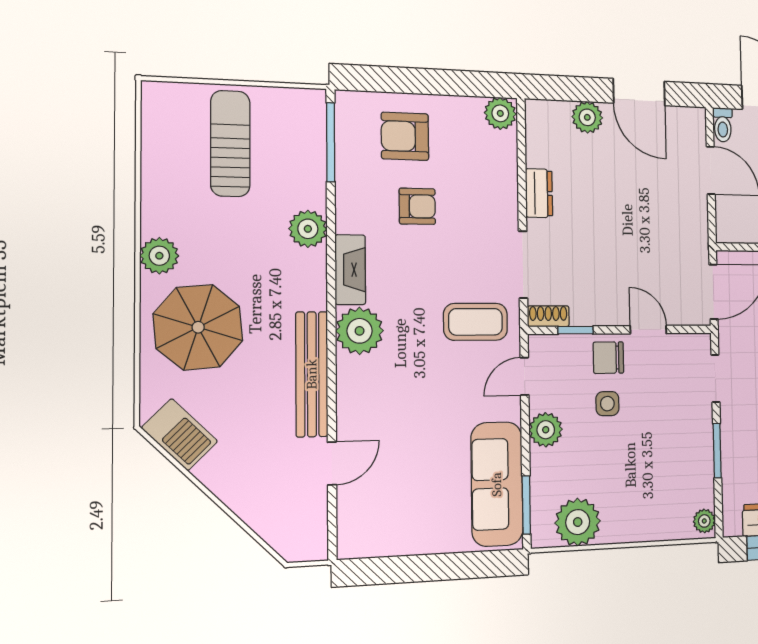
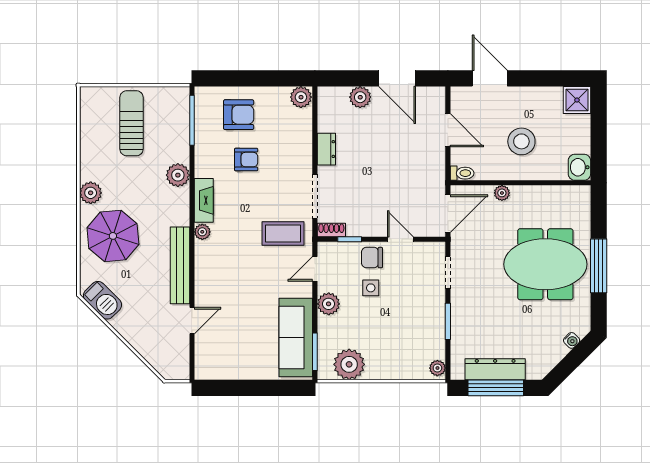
toilet: (723, 125) -> (462, 173), moved, turned -90
armchair: (405, 136) -> (239, 115), turned 180
plant: (360, 331) -> (202, 232), width x0.53, depth x0.53

